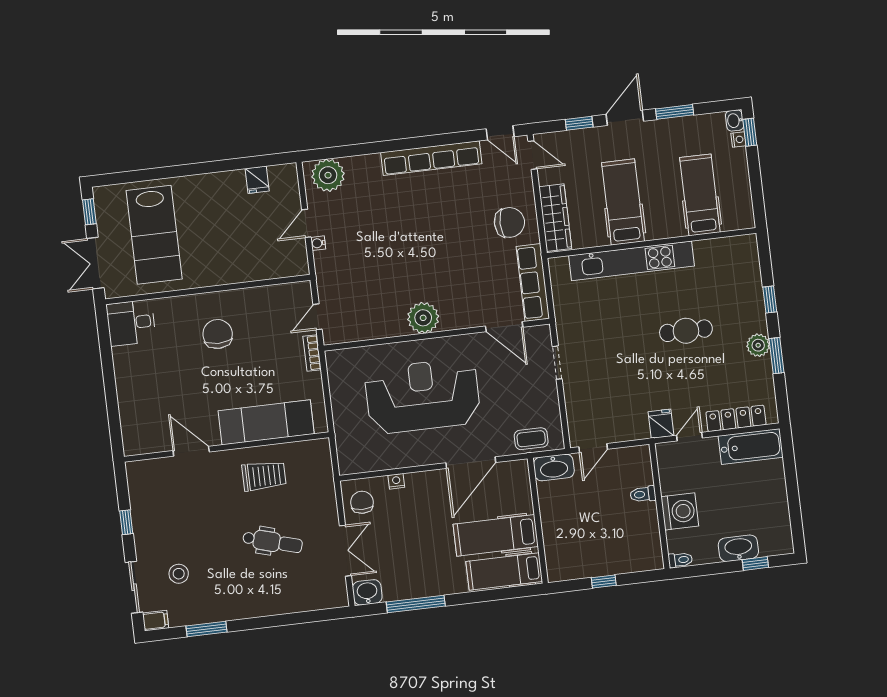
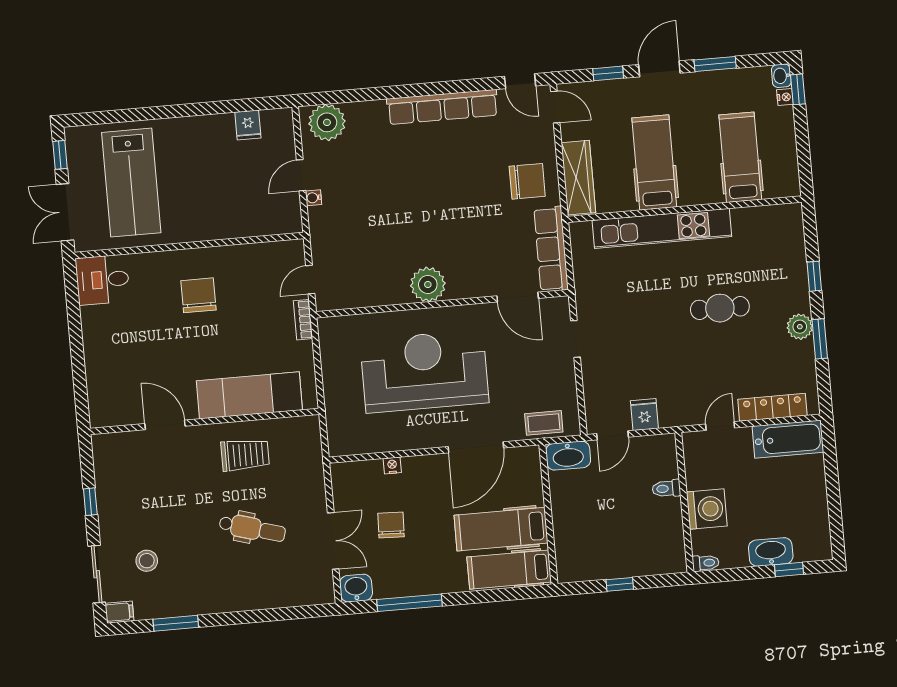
fridge: (661, 424) -> (644, 415), moved
chair: (362, 502) -> (391, 525), moved

